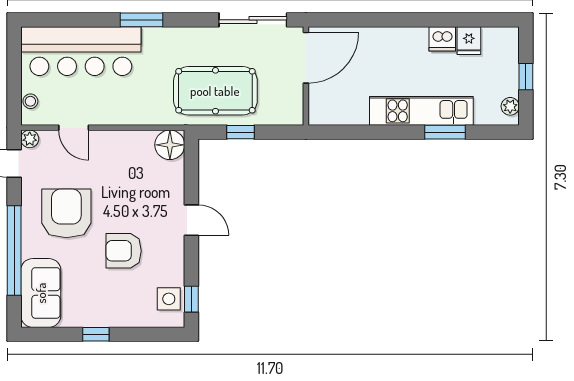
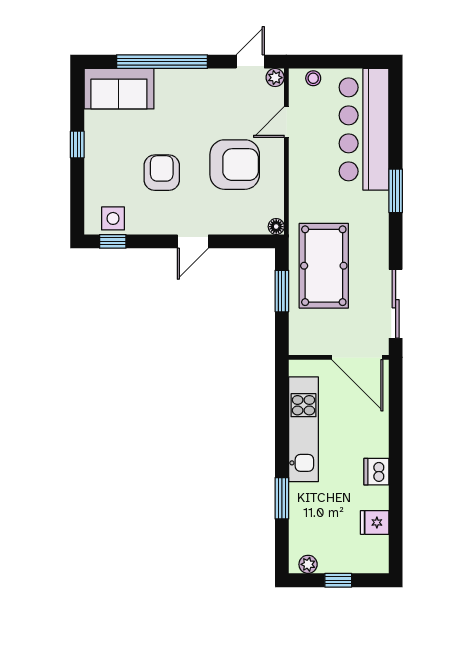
dishwasher: (442, 39) -> (376, 472), moved
kitchen unit: (421, 111) -> (303, 429), moved
window: (240, 132) -> (282, 291), width x1.50
floor lamp: (170, 145) -> (276, 227), width x0.53, depth x0.53
armchair: (66, 213) -> (235, 165), moved

